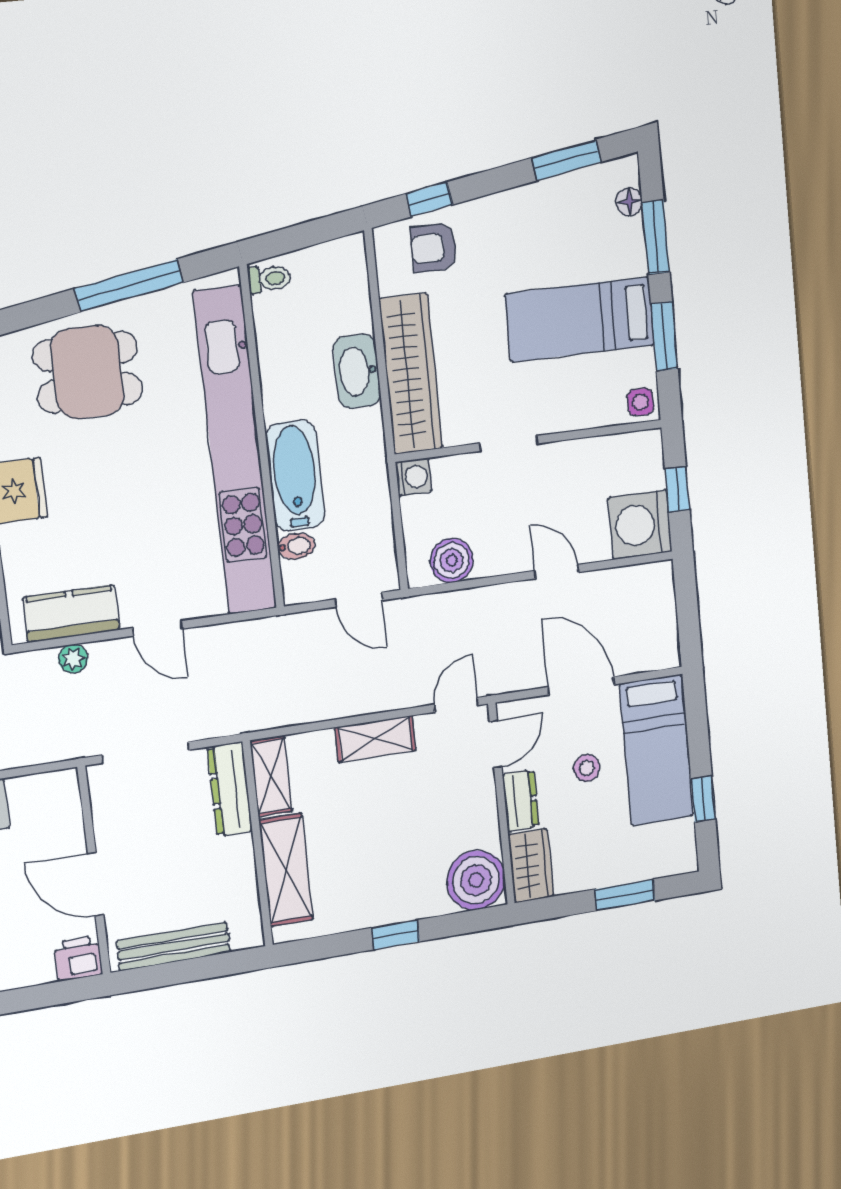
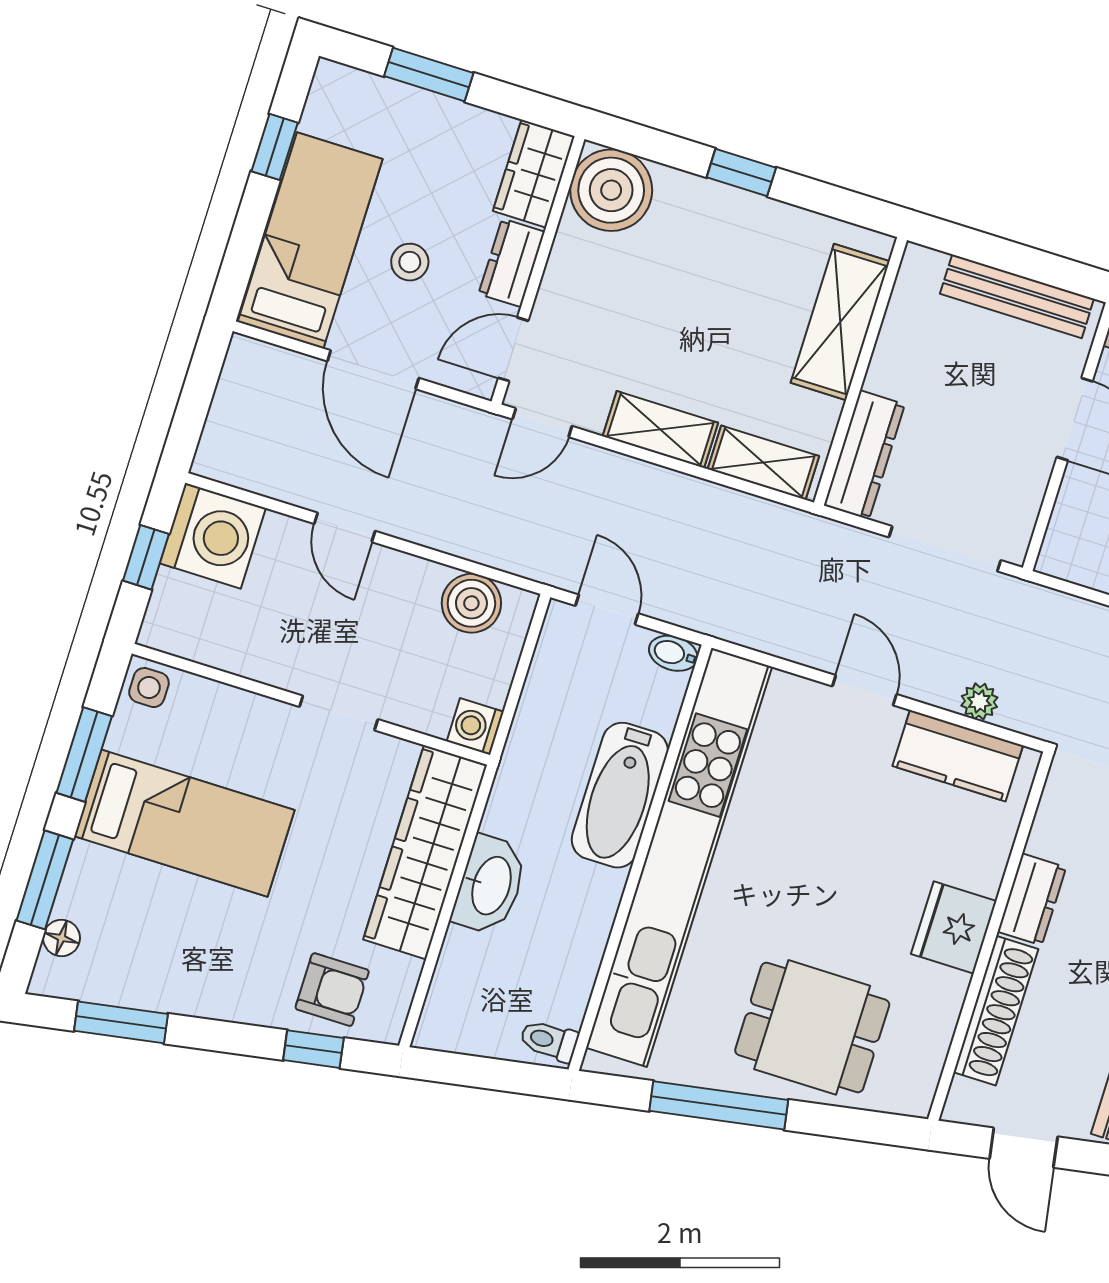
bidet: (296, 546) -> (673, 653), moved
shelving: (271, 776) -> (763, 463), moved, turned 90

